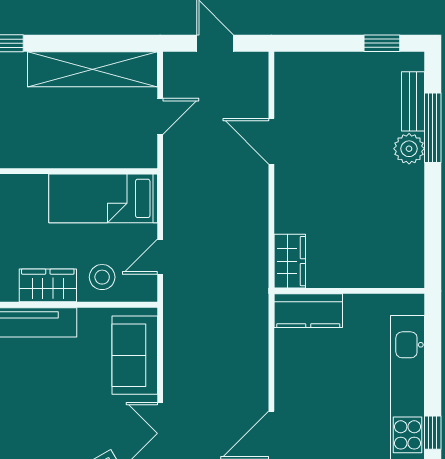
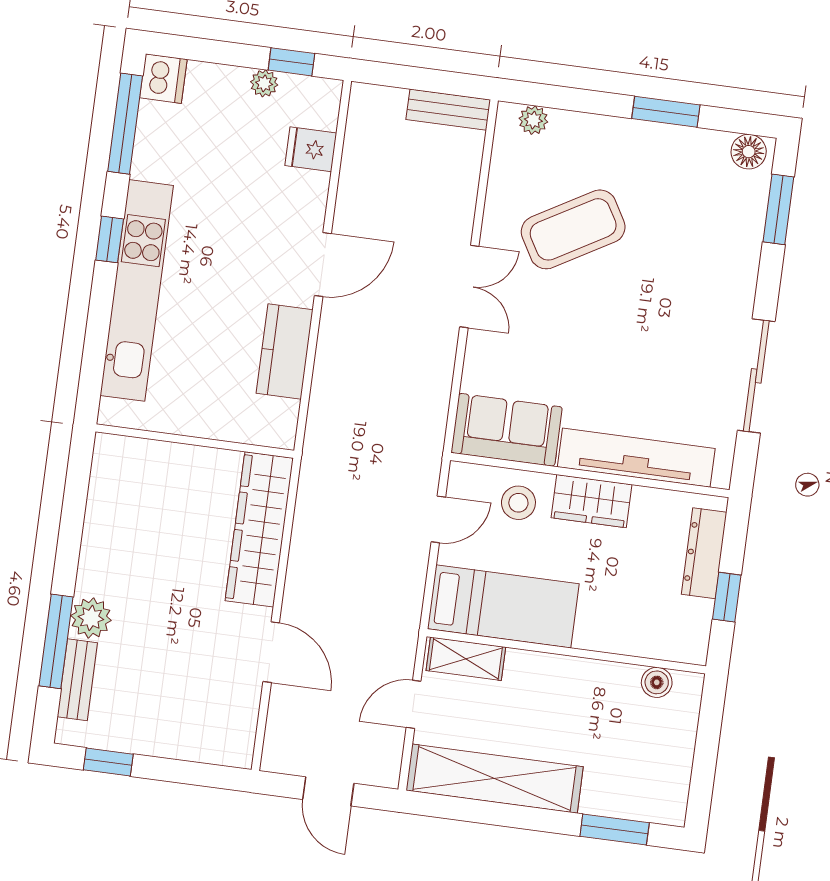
shelving: (126, 156) -> (466, 659), added
wardrobe: (290, 261) -> (259, 529), width x2.10, depth x1.17
kitchen counter: (308, 311) -> (285, 352), moved, turned -90
sofa: (135, 355) -> (507, 430), moved, turned -90

